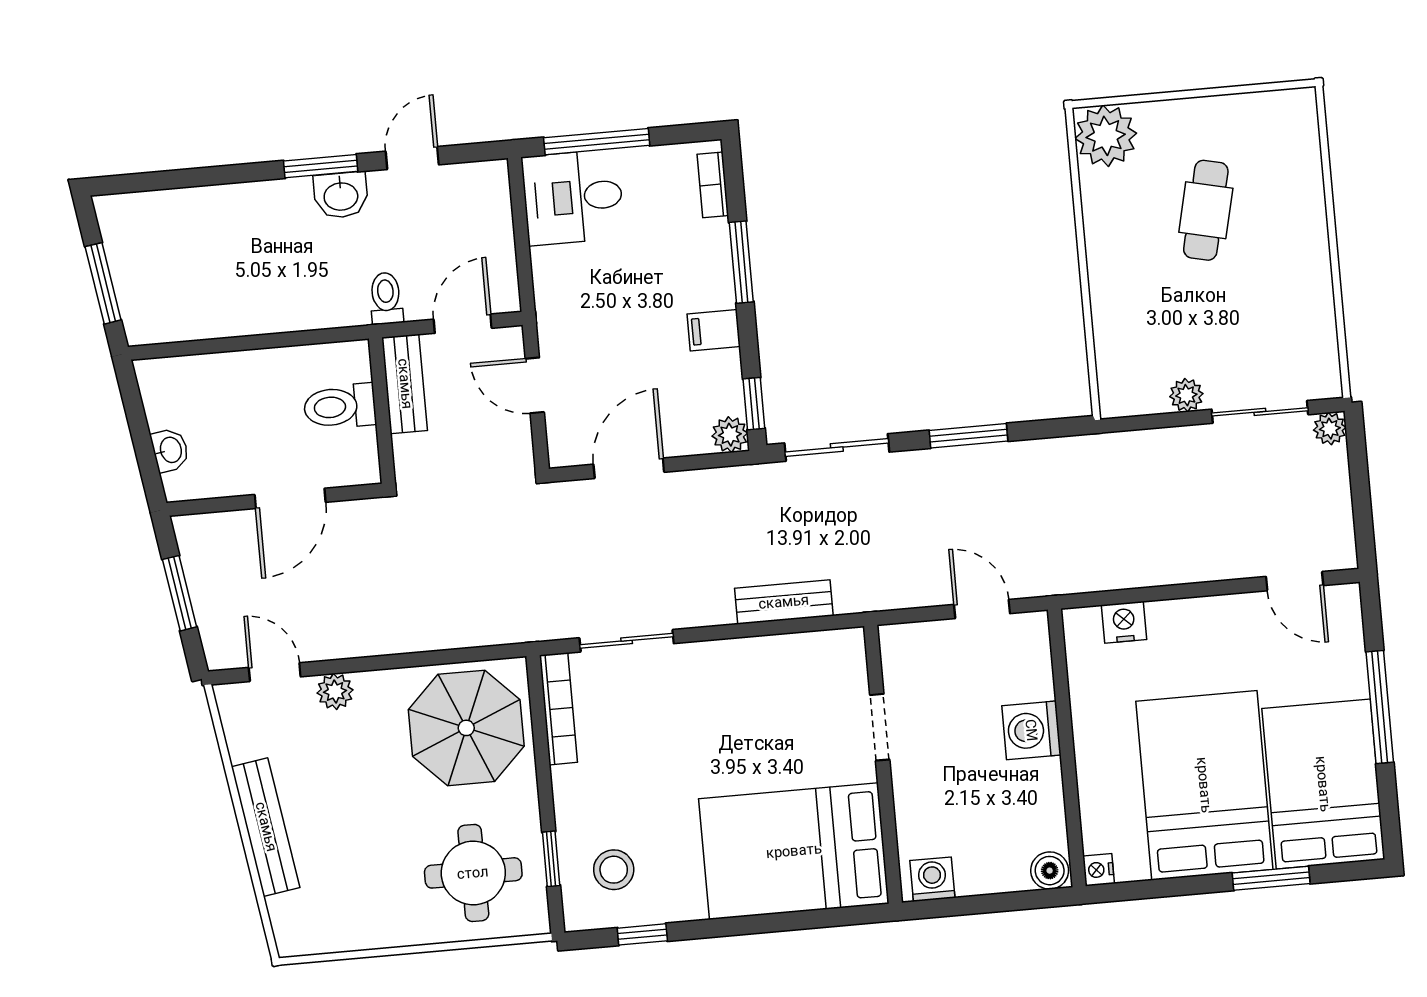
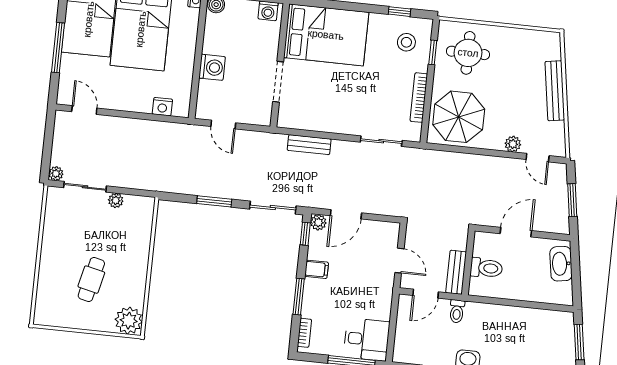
washbasin: (170, 450) -> (561, 264), width x1.91, depth x1.45
door: (629, 468) -> (346, 214), moved
bookcase: (558, 709) -> (419, 98), moved
doorway: (880, 727) -> (278, 82), width x1.38

